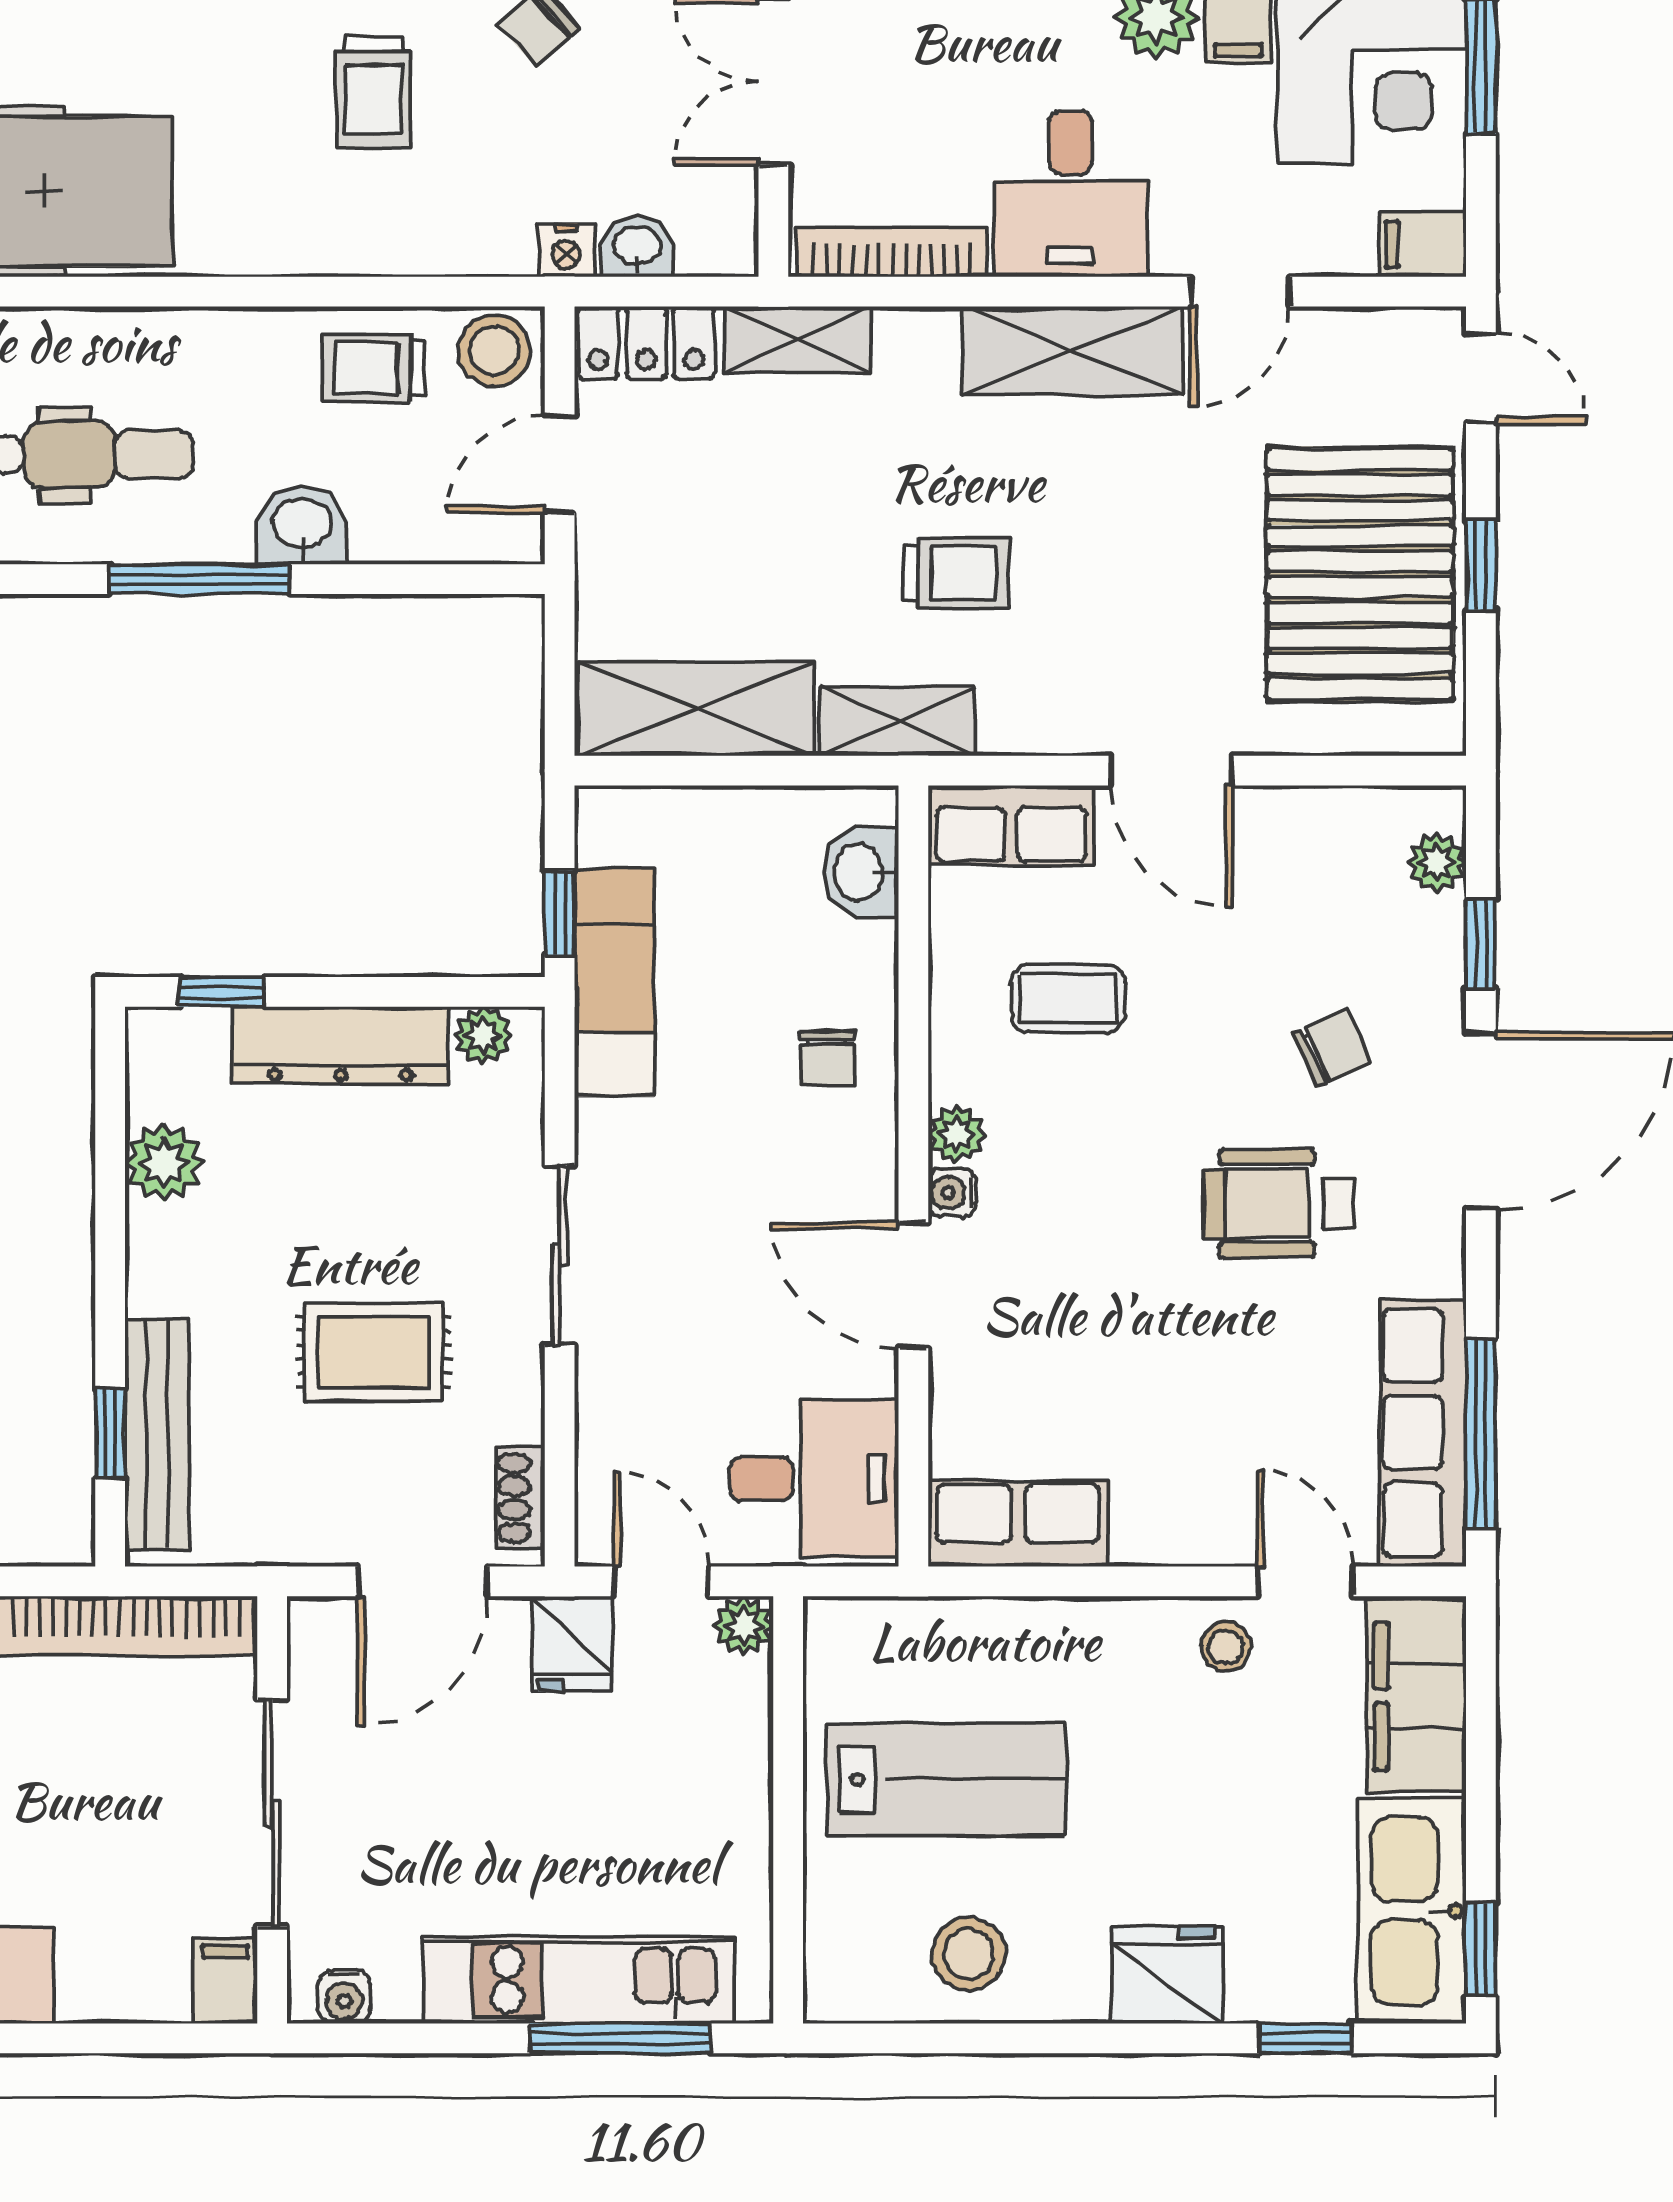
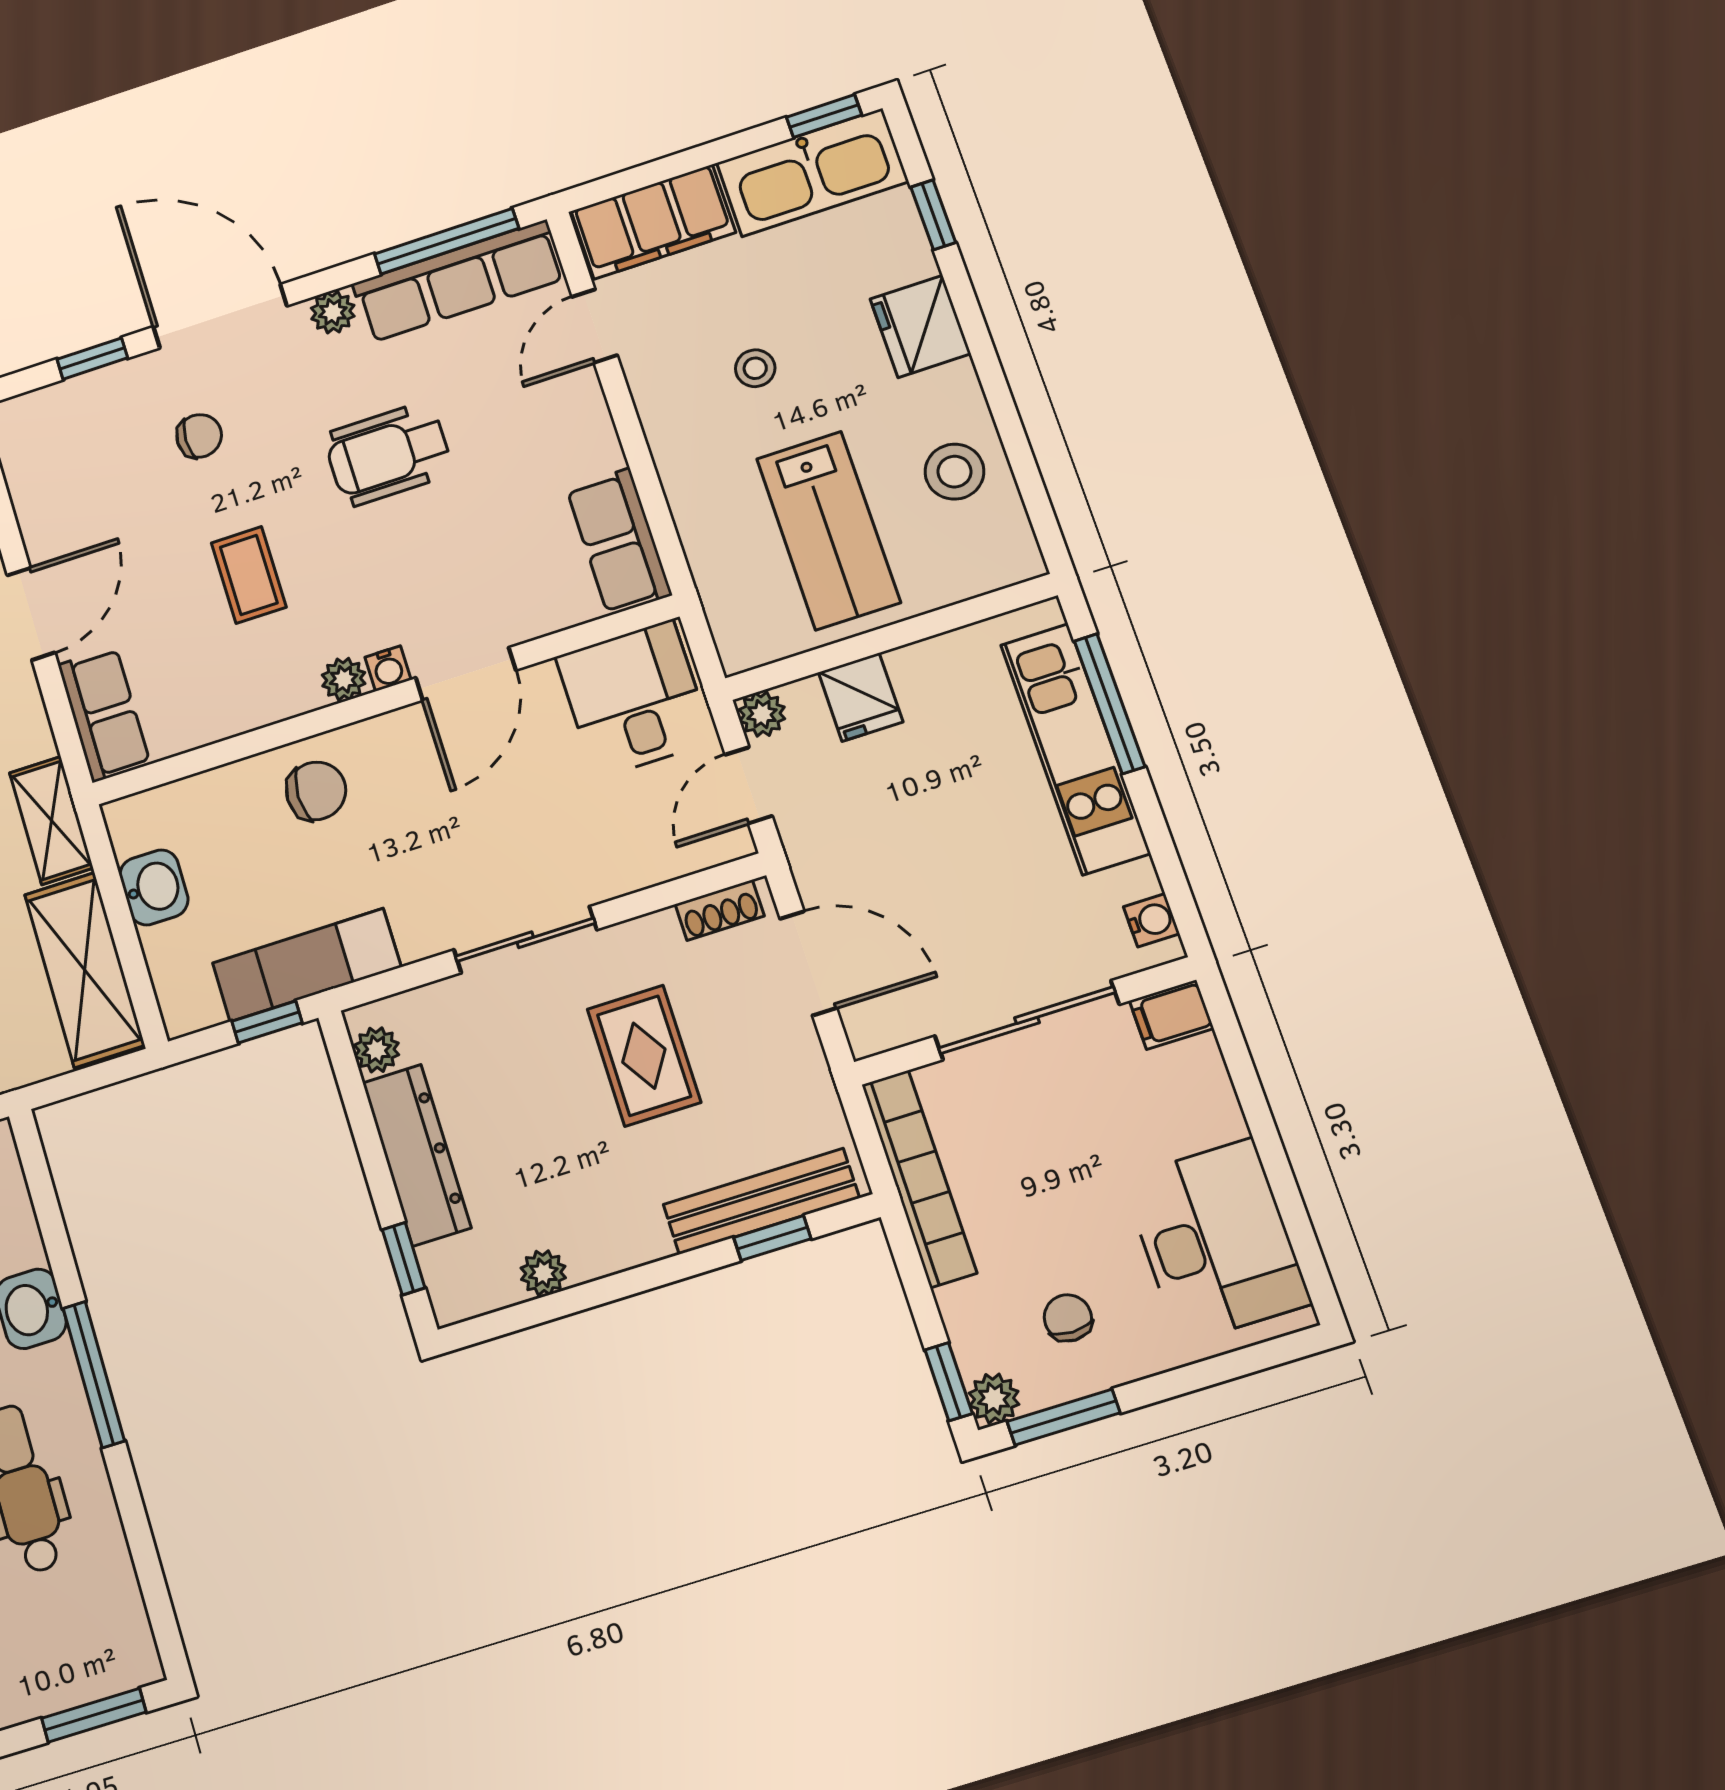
plant: (1437, 862) -> (333, 312), moved
washbasin: (860, 872) -> (154, 887), moved, turned -90
coffee table: (1068, 998) -> (249, 575), moved
chair: (1332, 1048) -> (199, 436), turned 114
chair: (827, 1058) -> (316, 791), width x1.37, depth x1.37
plant: (164, 1163) -> (543, 1273), width x0.73, depth x0.73
wheelchair: (1279, 1203) -> (388, 454), moved, turned 90
fridge: (572, 1644) -> (861, 697), moved, turned 90
stool: (1226, 1647) -> (755, 368), moved
lab bench: (946, 1779) -> (828, 530), turned 180

